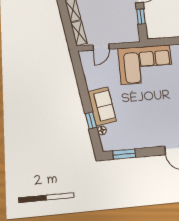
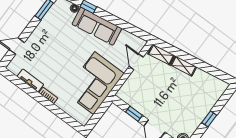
sofa: (102, 106) -> (97, 26), width x1.36

